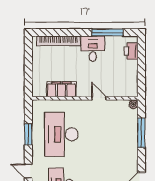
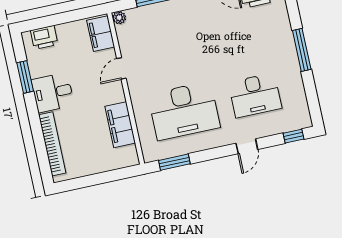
window: (107, 33) -> (25, 77), width x0.69
filing cabinet: (125, 90) -> (101, 34), added
window: (28, 134) -> (174, 162), moved

